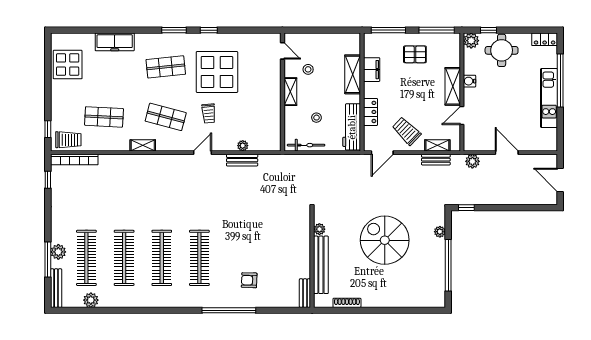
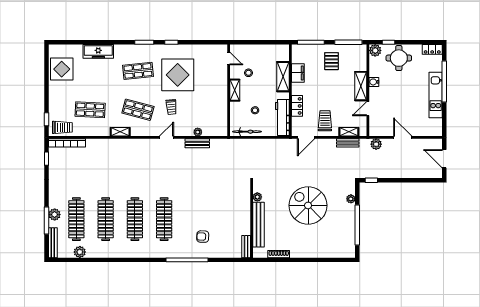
pallet: (415, 54) -> (332, 61), turned 90
trolley: (407, 131) -> (325, 121), turned 46

